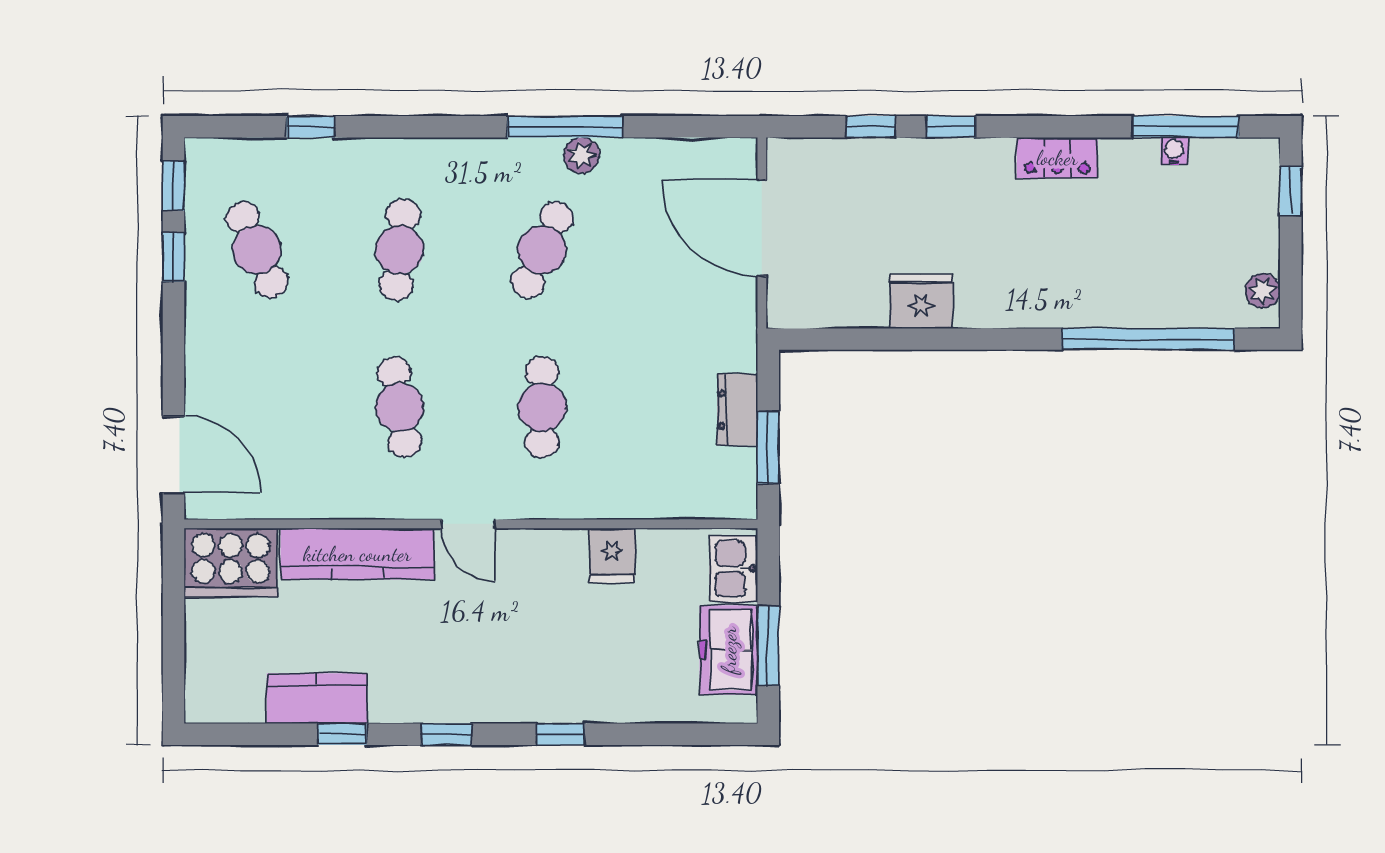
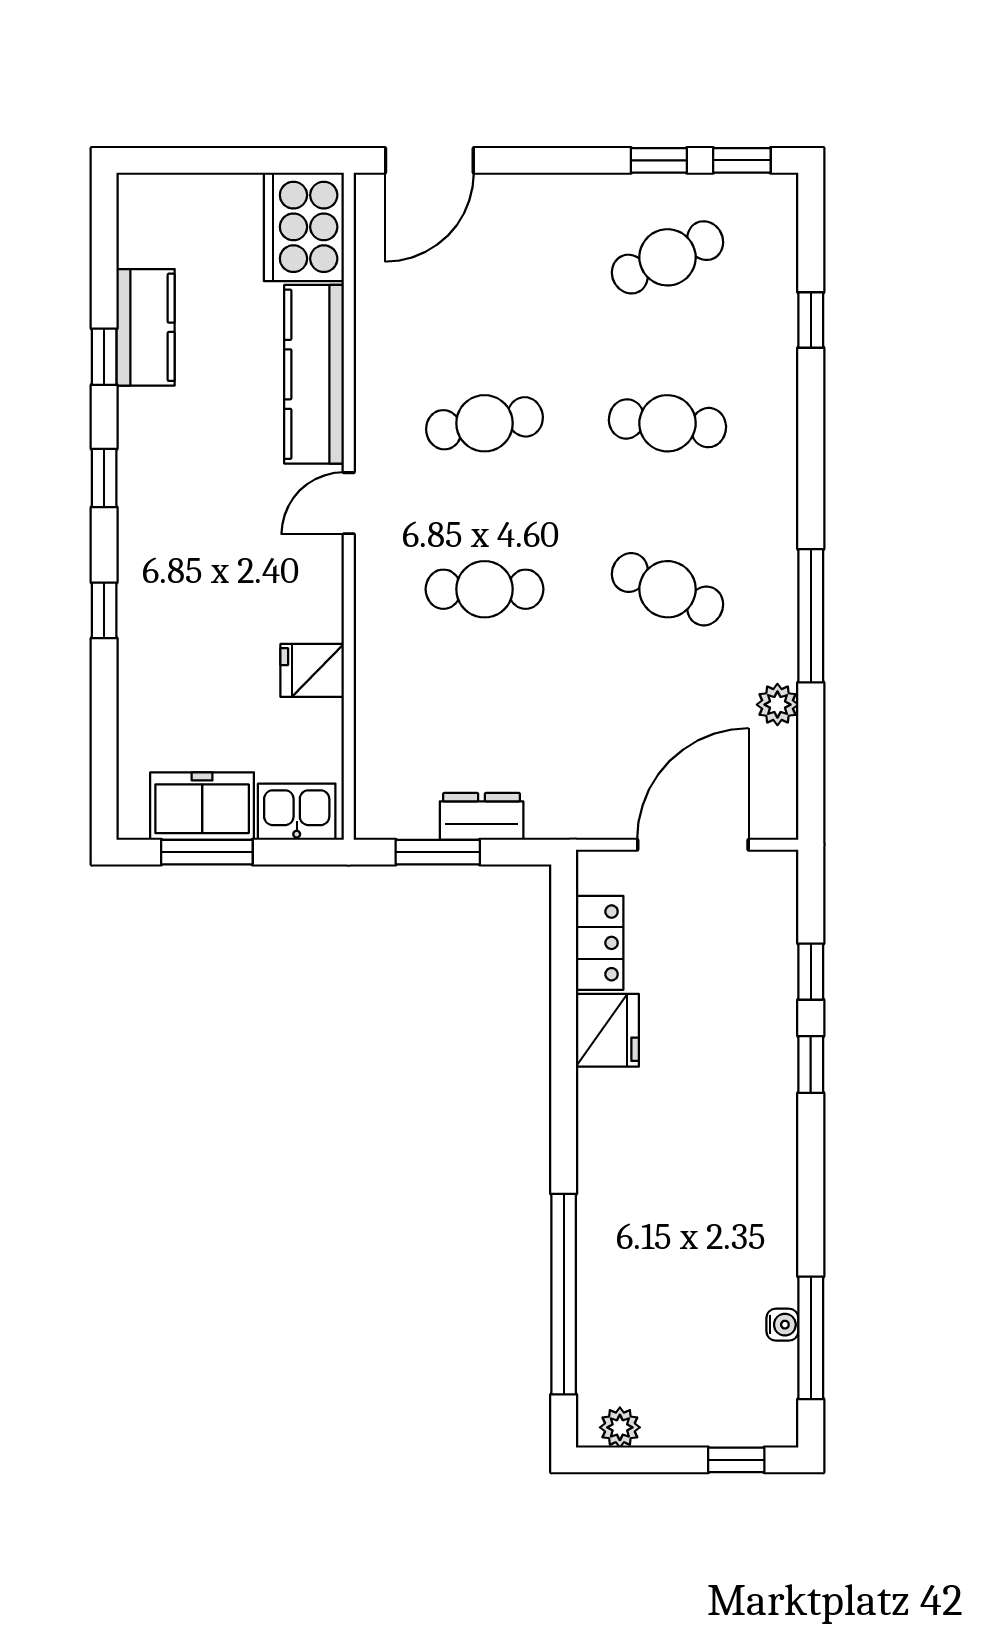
plant: (582, 155) -> (777, 705), moved
locker: (1057, 158) -> (600, 943), moved, turned 180

